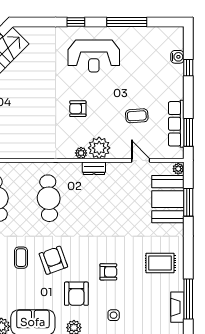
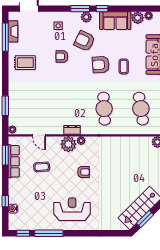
window: (76, 22) -> (23, 233), moved
booth: (168, 199) -> (20, 108), removed
armchair: (53, 260) -> (101, 65), turned 106
armchair: (76, 294) -> (84, 41), turned -64

